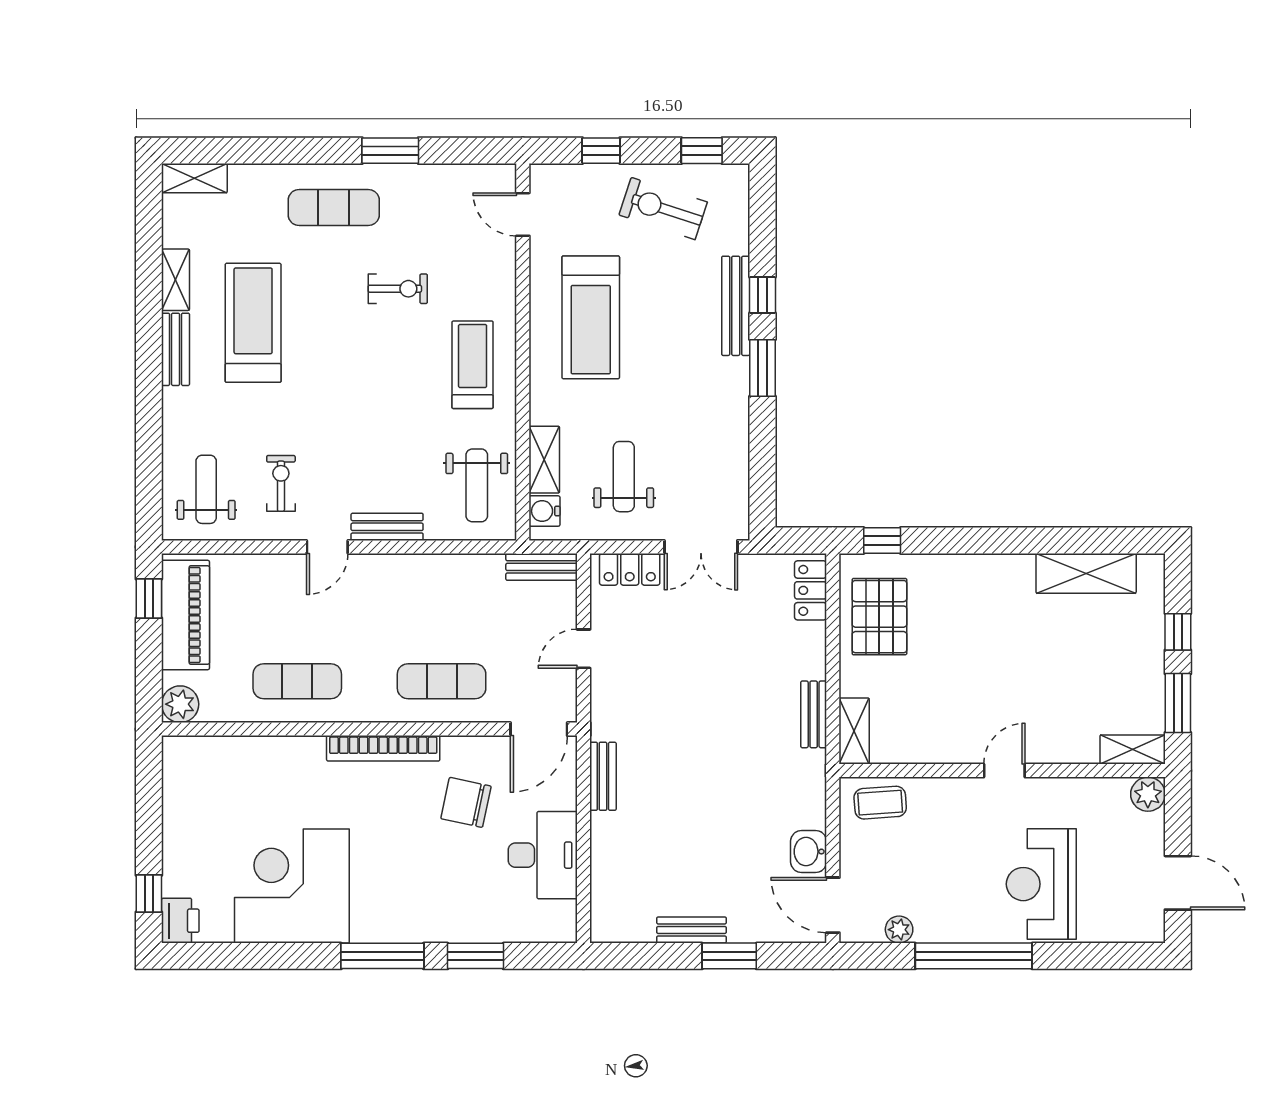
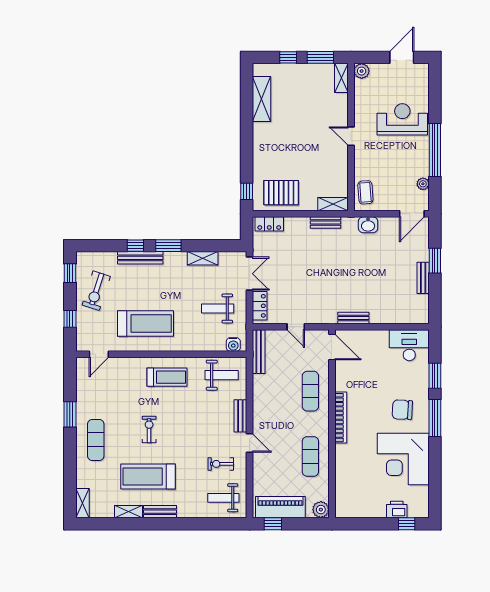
exercise bike: (398, 289) -> (149, 429), moved
treadmill: (473, 365) -> (167, 377), turned 180
shelving: (544, 460) -> (203, 258), moved
bench: (542, 567) -> (259, 352), width x1.36
chair: (466, 802) -> (402, 410), moved, turned 81
washbasin: (809, 852) -> (368, 225), moved
desk: (543, 855) -> (409, 345), moved
reception desk: (1041, 884) -> (402, 119), turned 180
printer: (180, 921) -> (397, 510), moved

